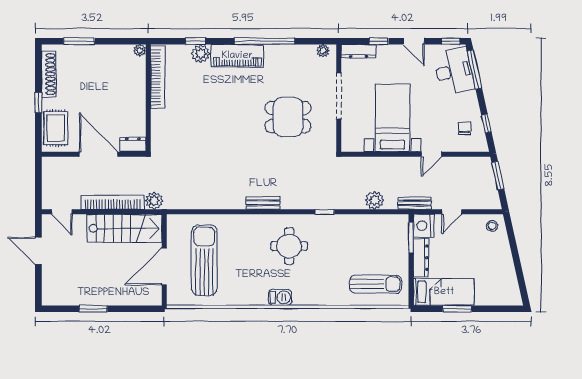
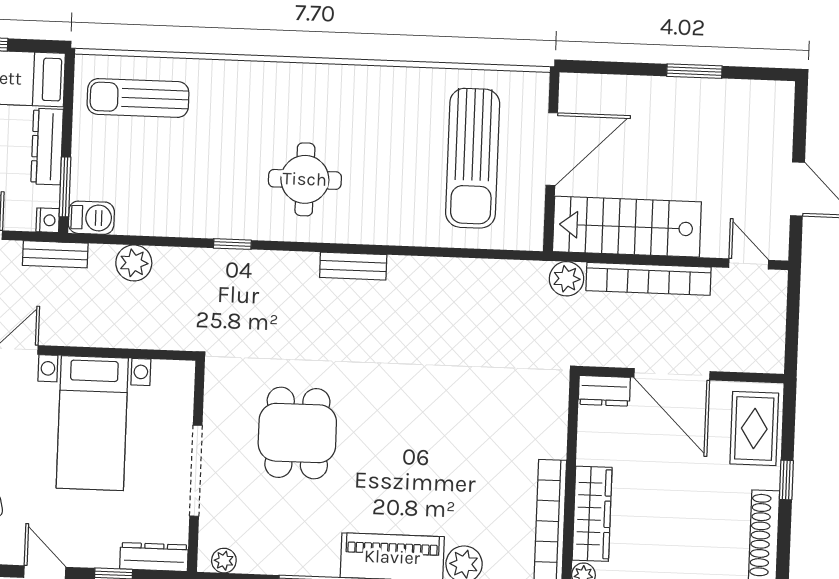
wardrobe: (137, 82) -> (592, 514), added
dining table: (288, 117) -> (297, 433), turned 90
nightstand: (424, 226) -> (48, 220), width x0.53, depth x0.56
barbecue: (280, 297) -> (91, 218), moved, turned 180

